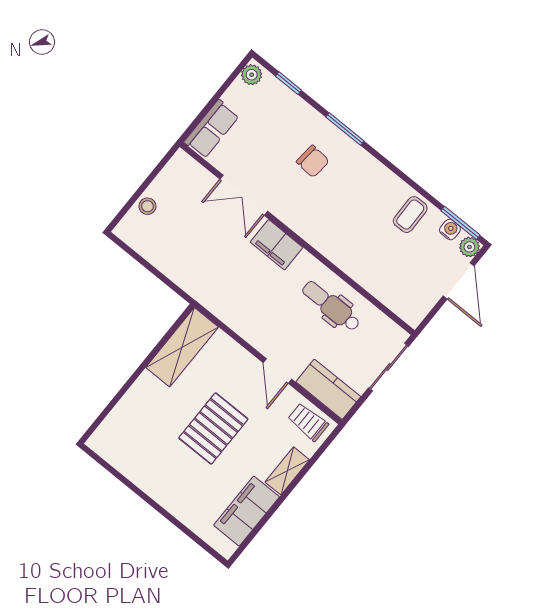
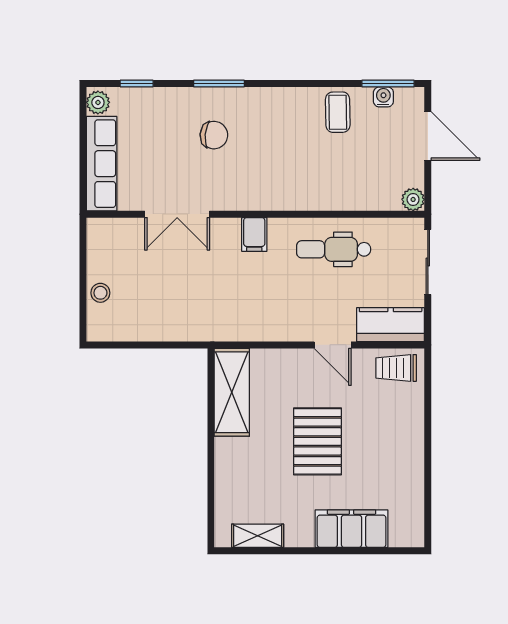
row of seats: (212, 129) -> (102, 164), width x1.48
filing cabinet: (277, 245) -> (254, 234), width x0.50
plant: (469, 247) -> (413, 199), moved
shelving: (287, 471) -> (258, 536), moved, turned 90
filing cabinet: (246, 511) -> (351, 529), moved, turned 90

